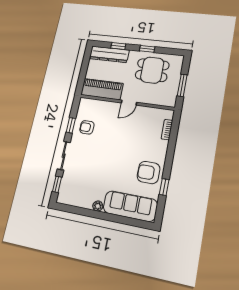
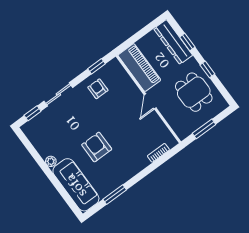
door: (129, 103) -> (150, 101), hinge flipped
window: (71, 125) -> (97, 66), moved
armchair: (149, 172) -> (97, 147), moved
window: (164, 187) -> (115, 195), width x1.50

